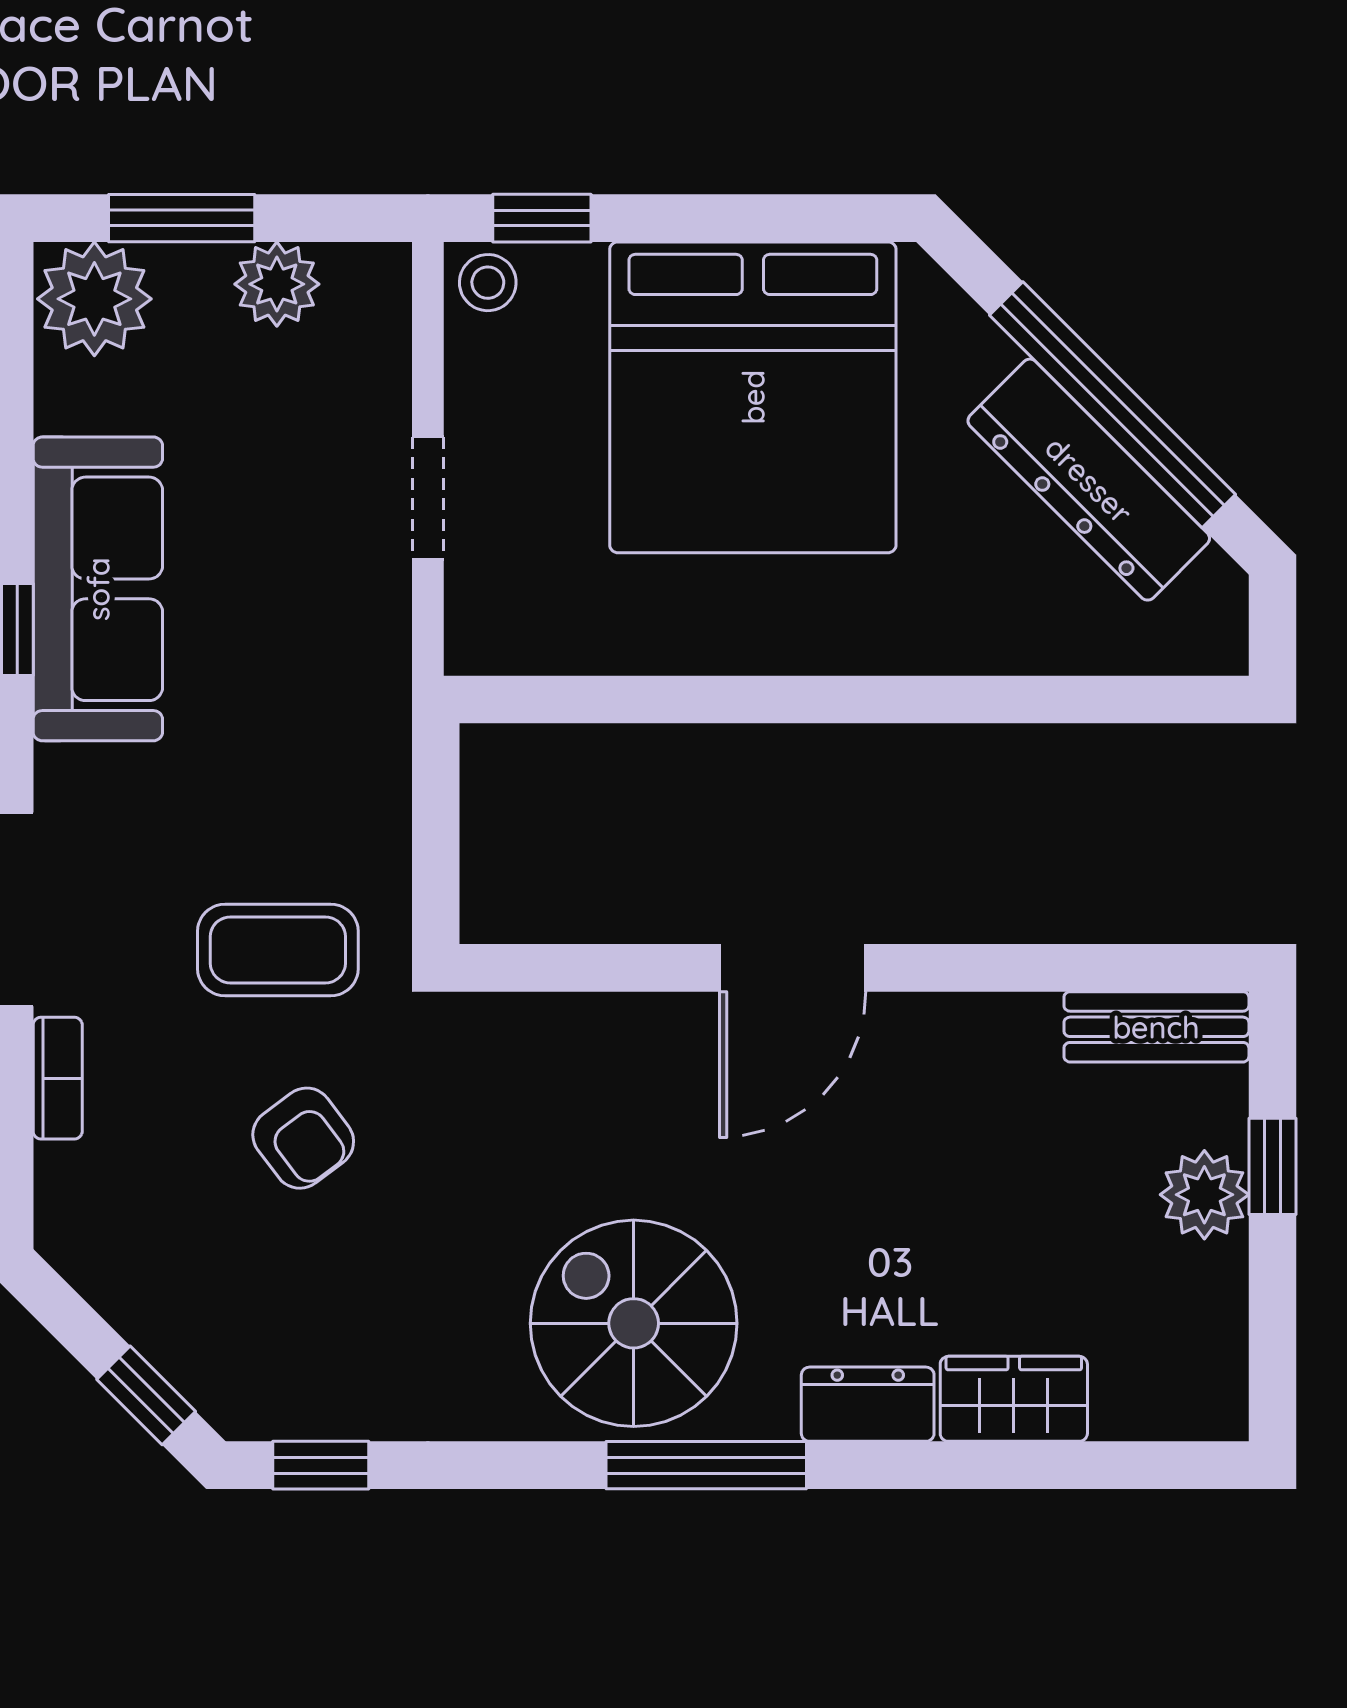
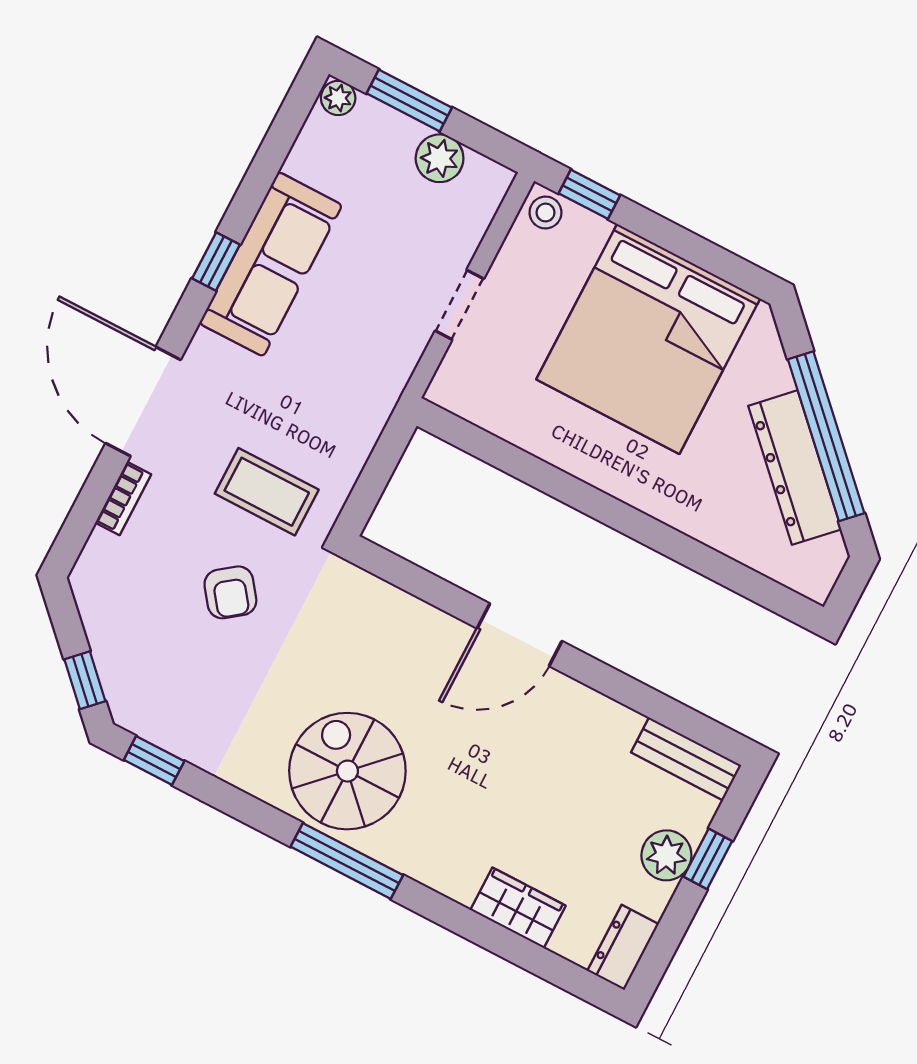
plant: (94, 299) -> (338, 98), width x0.53, depth x0.53
dresser: (868, 1404) -> (623, 947), moved, turned -90

